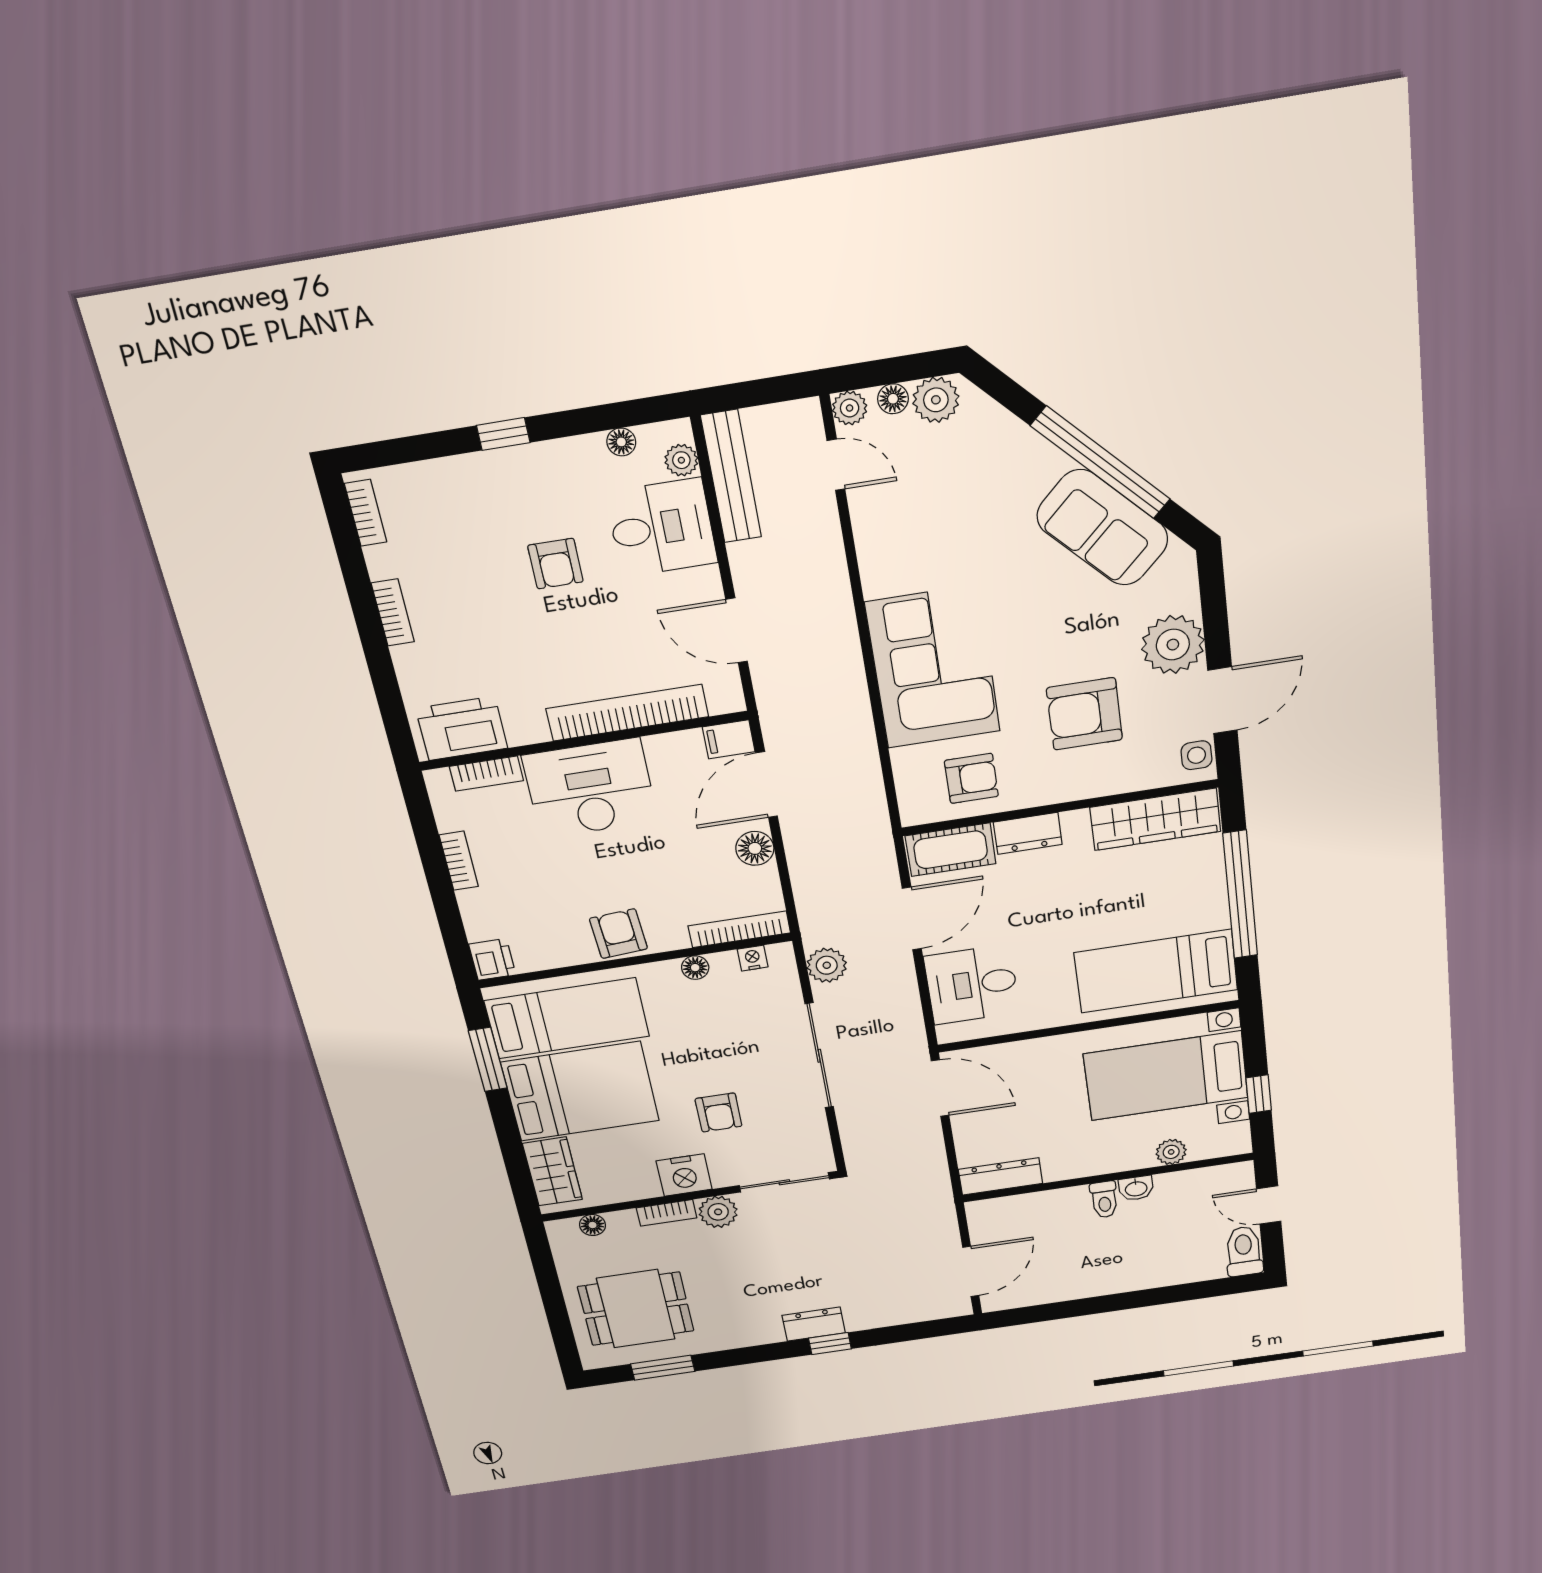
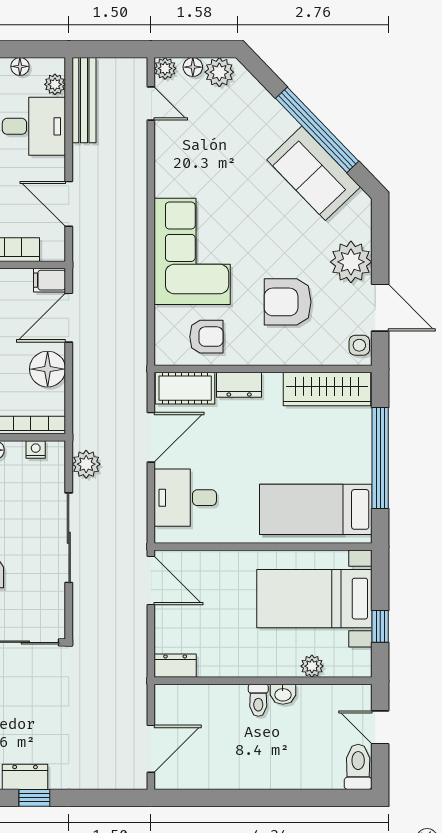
door: (1222, 700) -> (380, 308), hinge flipped
floor lamp: (755, 848) -> (48, 369), width x1.38, depth x1.38
dresser: (1001, 1176) -> (175, 666), width x0.70

